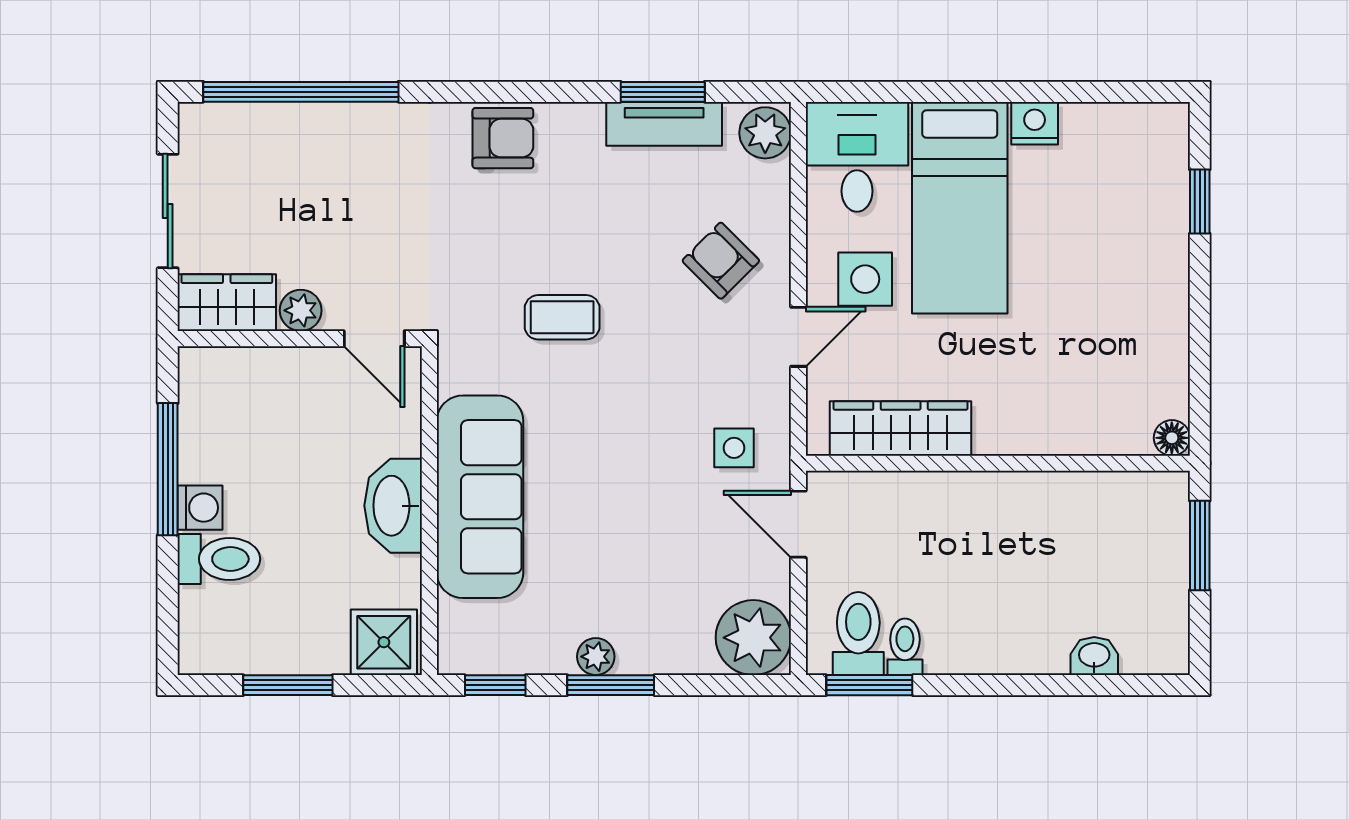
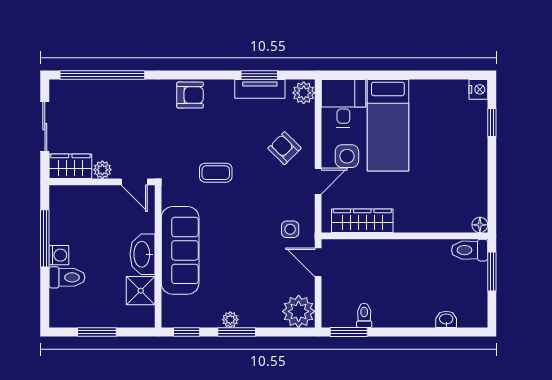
nightstand: (1035, 123) -> (478, 89), moved, turned 90
toilet: (858, 634) -> (470, 250), moved, turned -90
shower: (384, 642) -> (141, 291), moved

